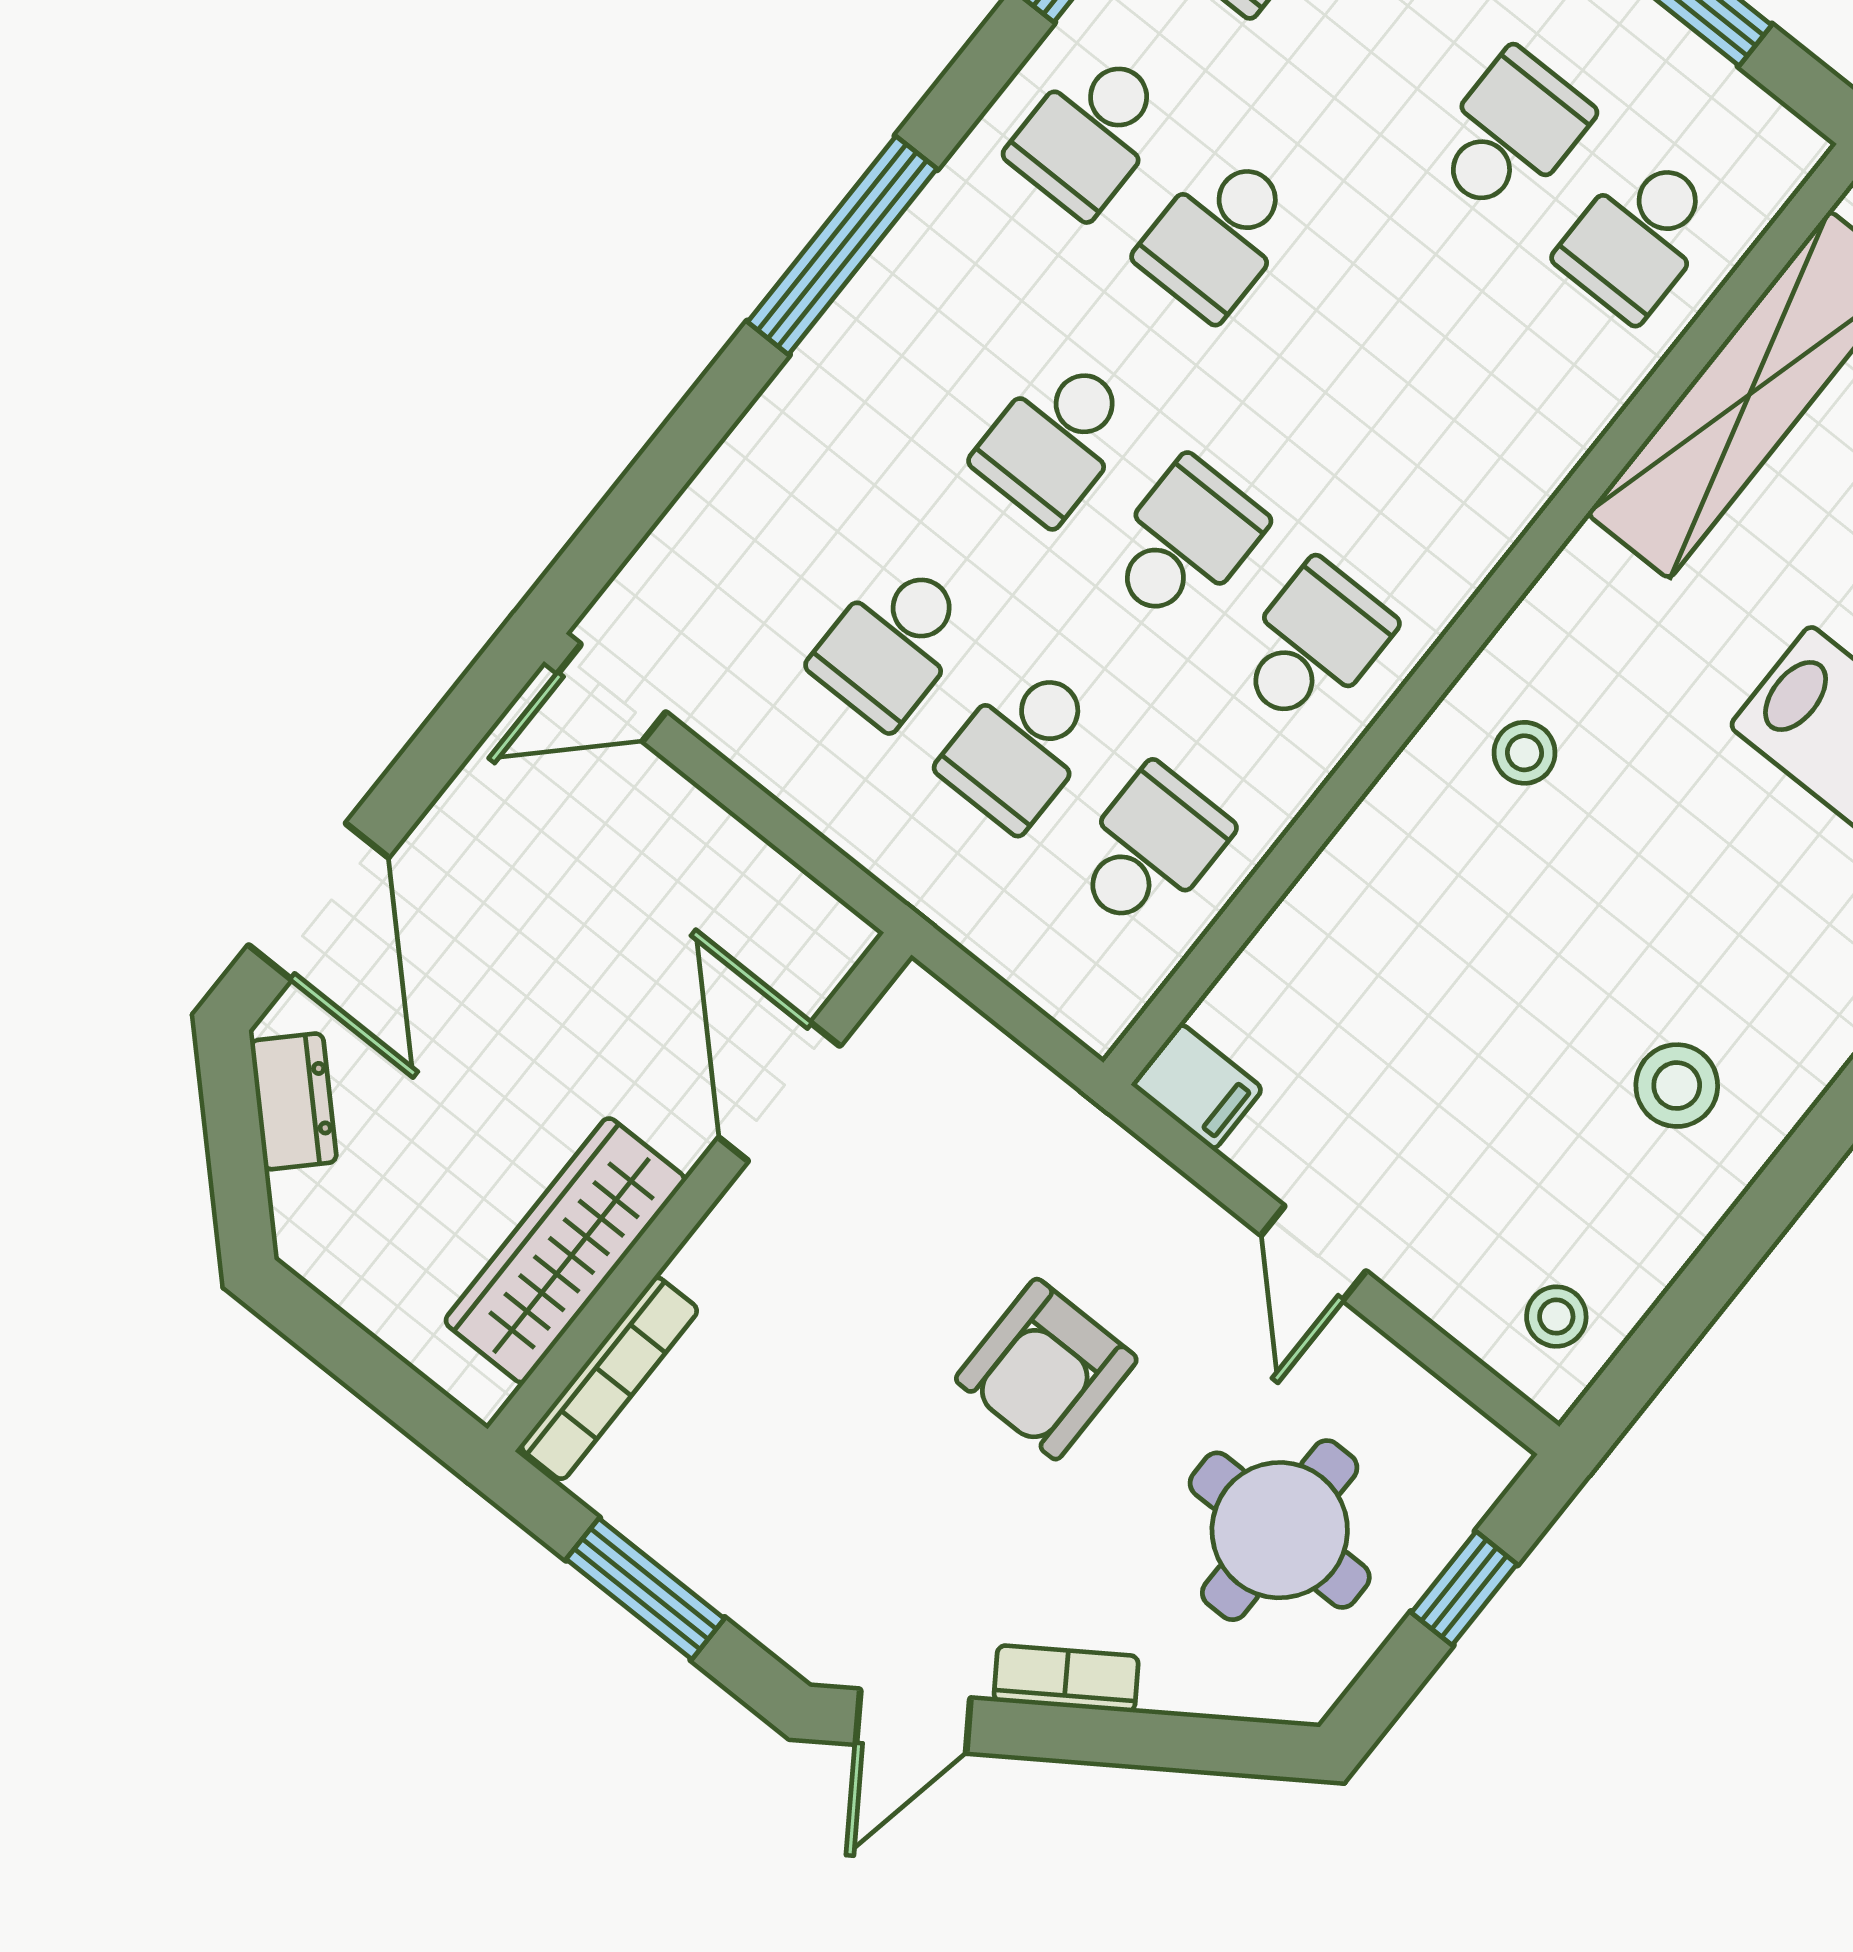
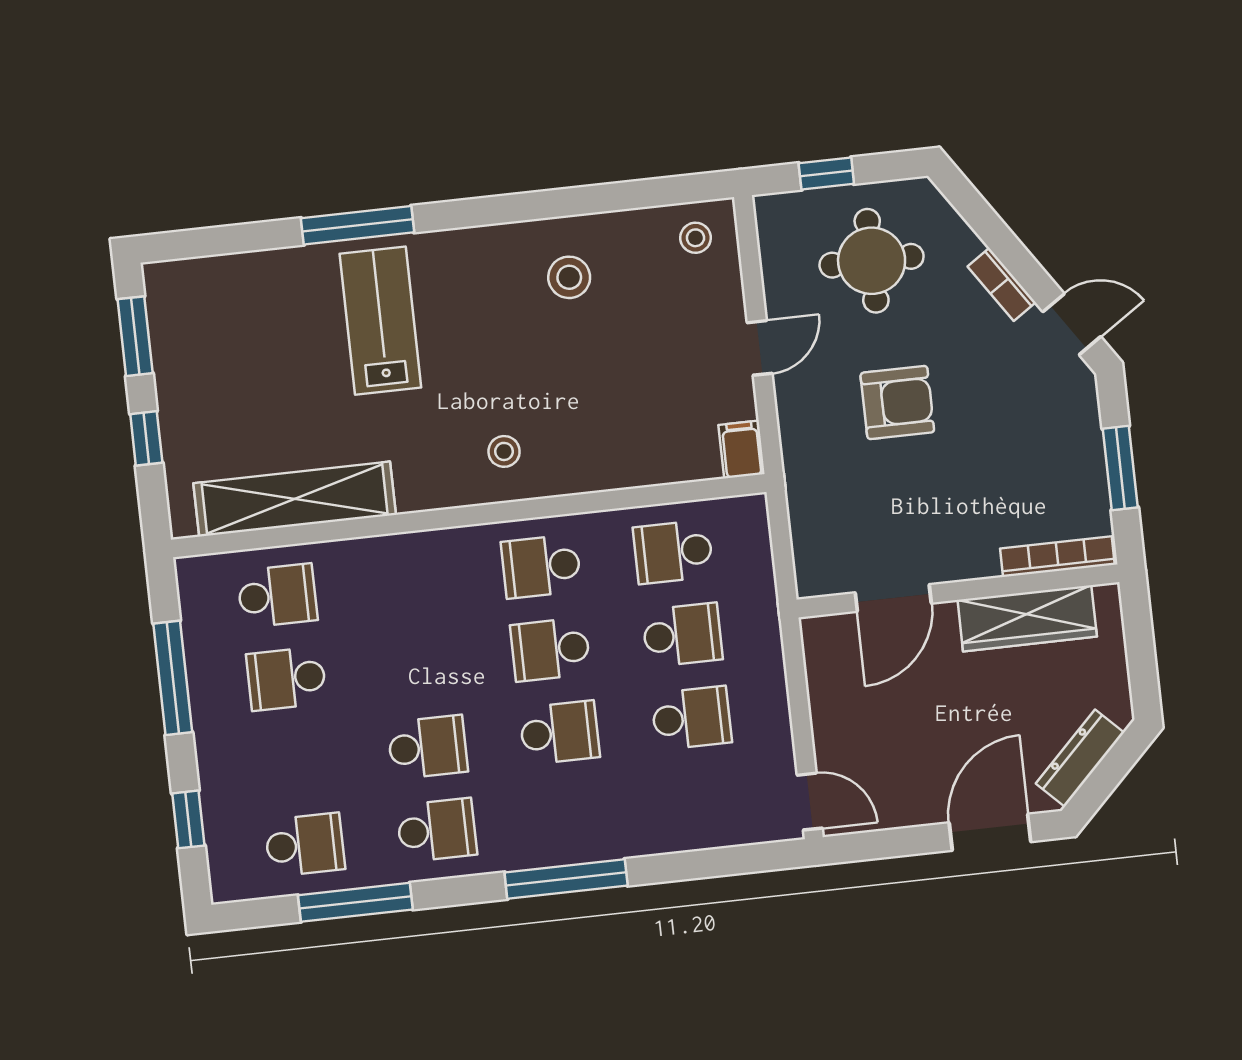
dresser: (294, 1101) -> (1080, 758), width x1.44

